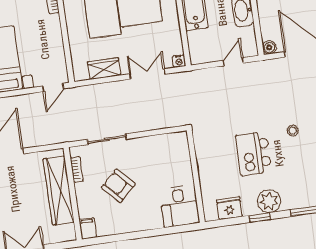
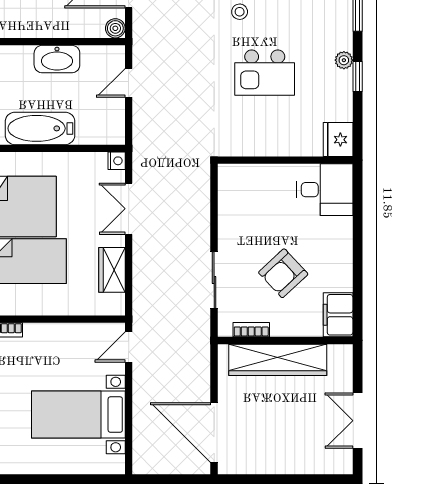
door: (233, 62) -> (129, 83), hinge flipped
door: (53, 87) -> (129, 347), swing flipped
plant: (269, 201) -> (344, 60), width x0.53, depth x0.53
fridge: (229, 208) -> (338, 140), moved
filing cabinet: (88, 228) -> (338, 315), width x2.00

